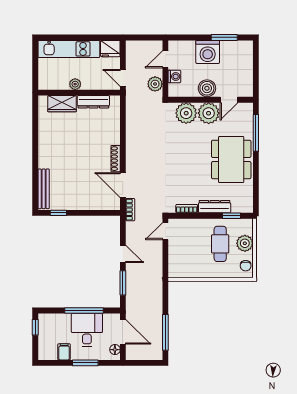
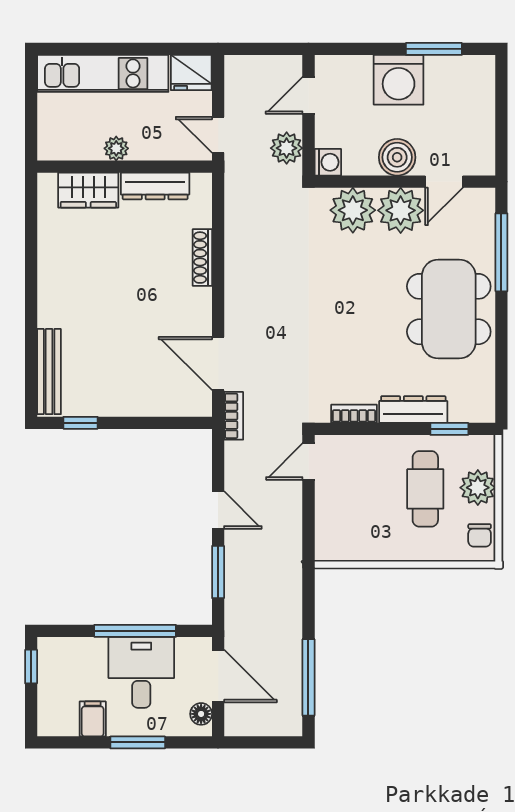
washing machine: (174, 76) -> (328, 162), moved
shoe rack: (116, 159) -> (202, 258), moved

